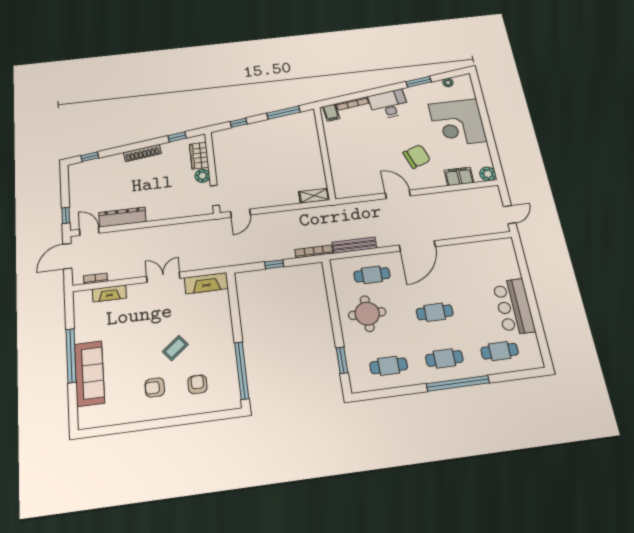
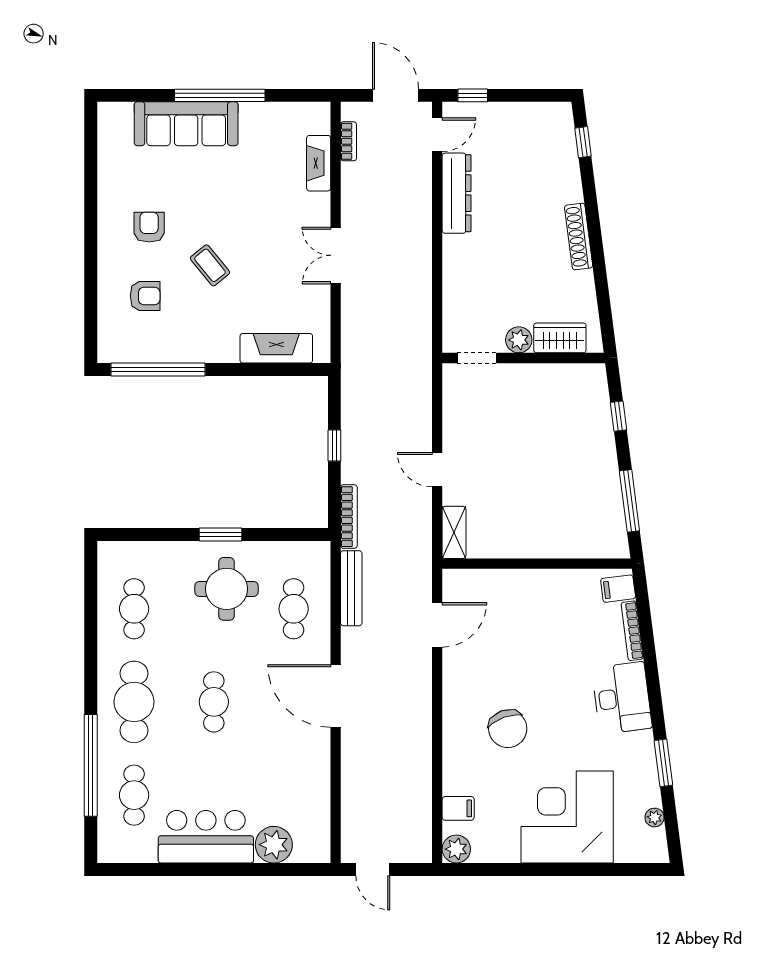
window: (177, 137) -> (604, 302), removed
filing cabinet: (459, 176) -> (458, 808), width x0.50
door: (398, 194) -> (437, 625), moved
door: (240, 213) -> (437, 470), moved
plant: (509, 269) -> (274, 845), added
double door: (163, 277) -> (336, 255), swing flipped
fireplace: (206, 283) -> (276, 348), moved, turned 90
cafe table: (444, 358) -> (134, 702), width x1.37, depth x1.35
window: (342, 360) -> (221, 534), moved
window: (458, 383) -> (91, 765), moved

